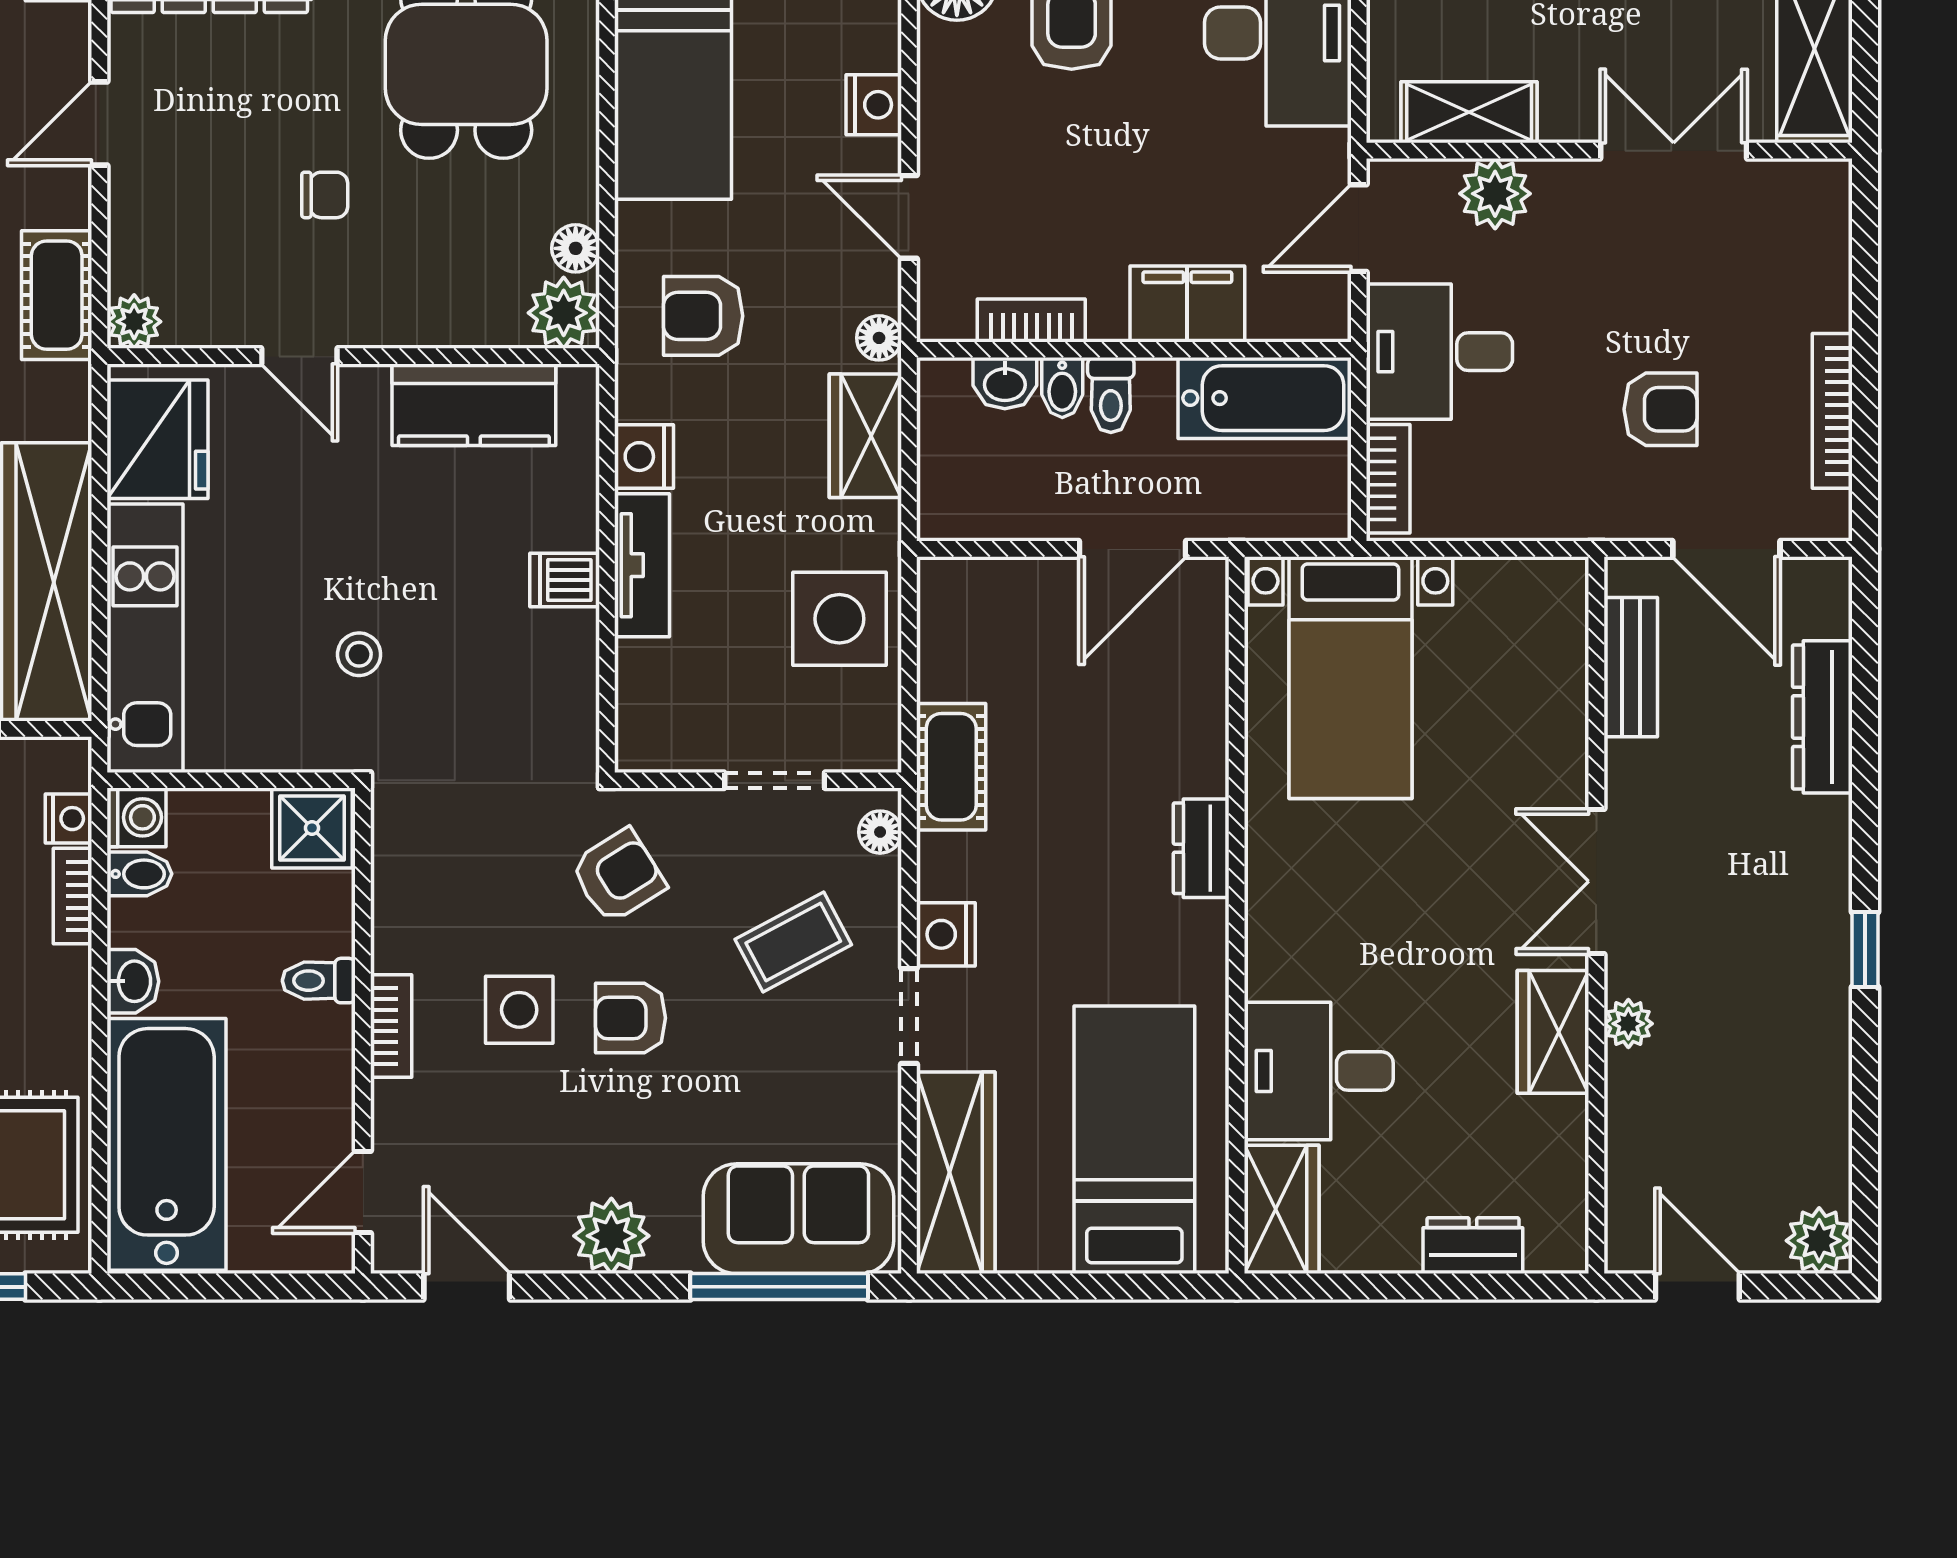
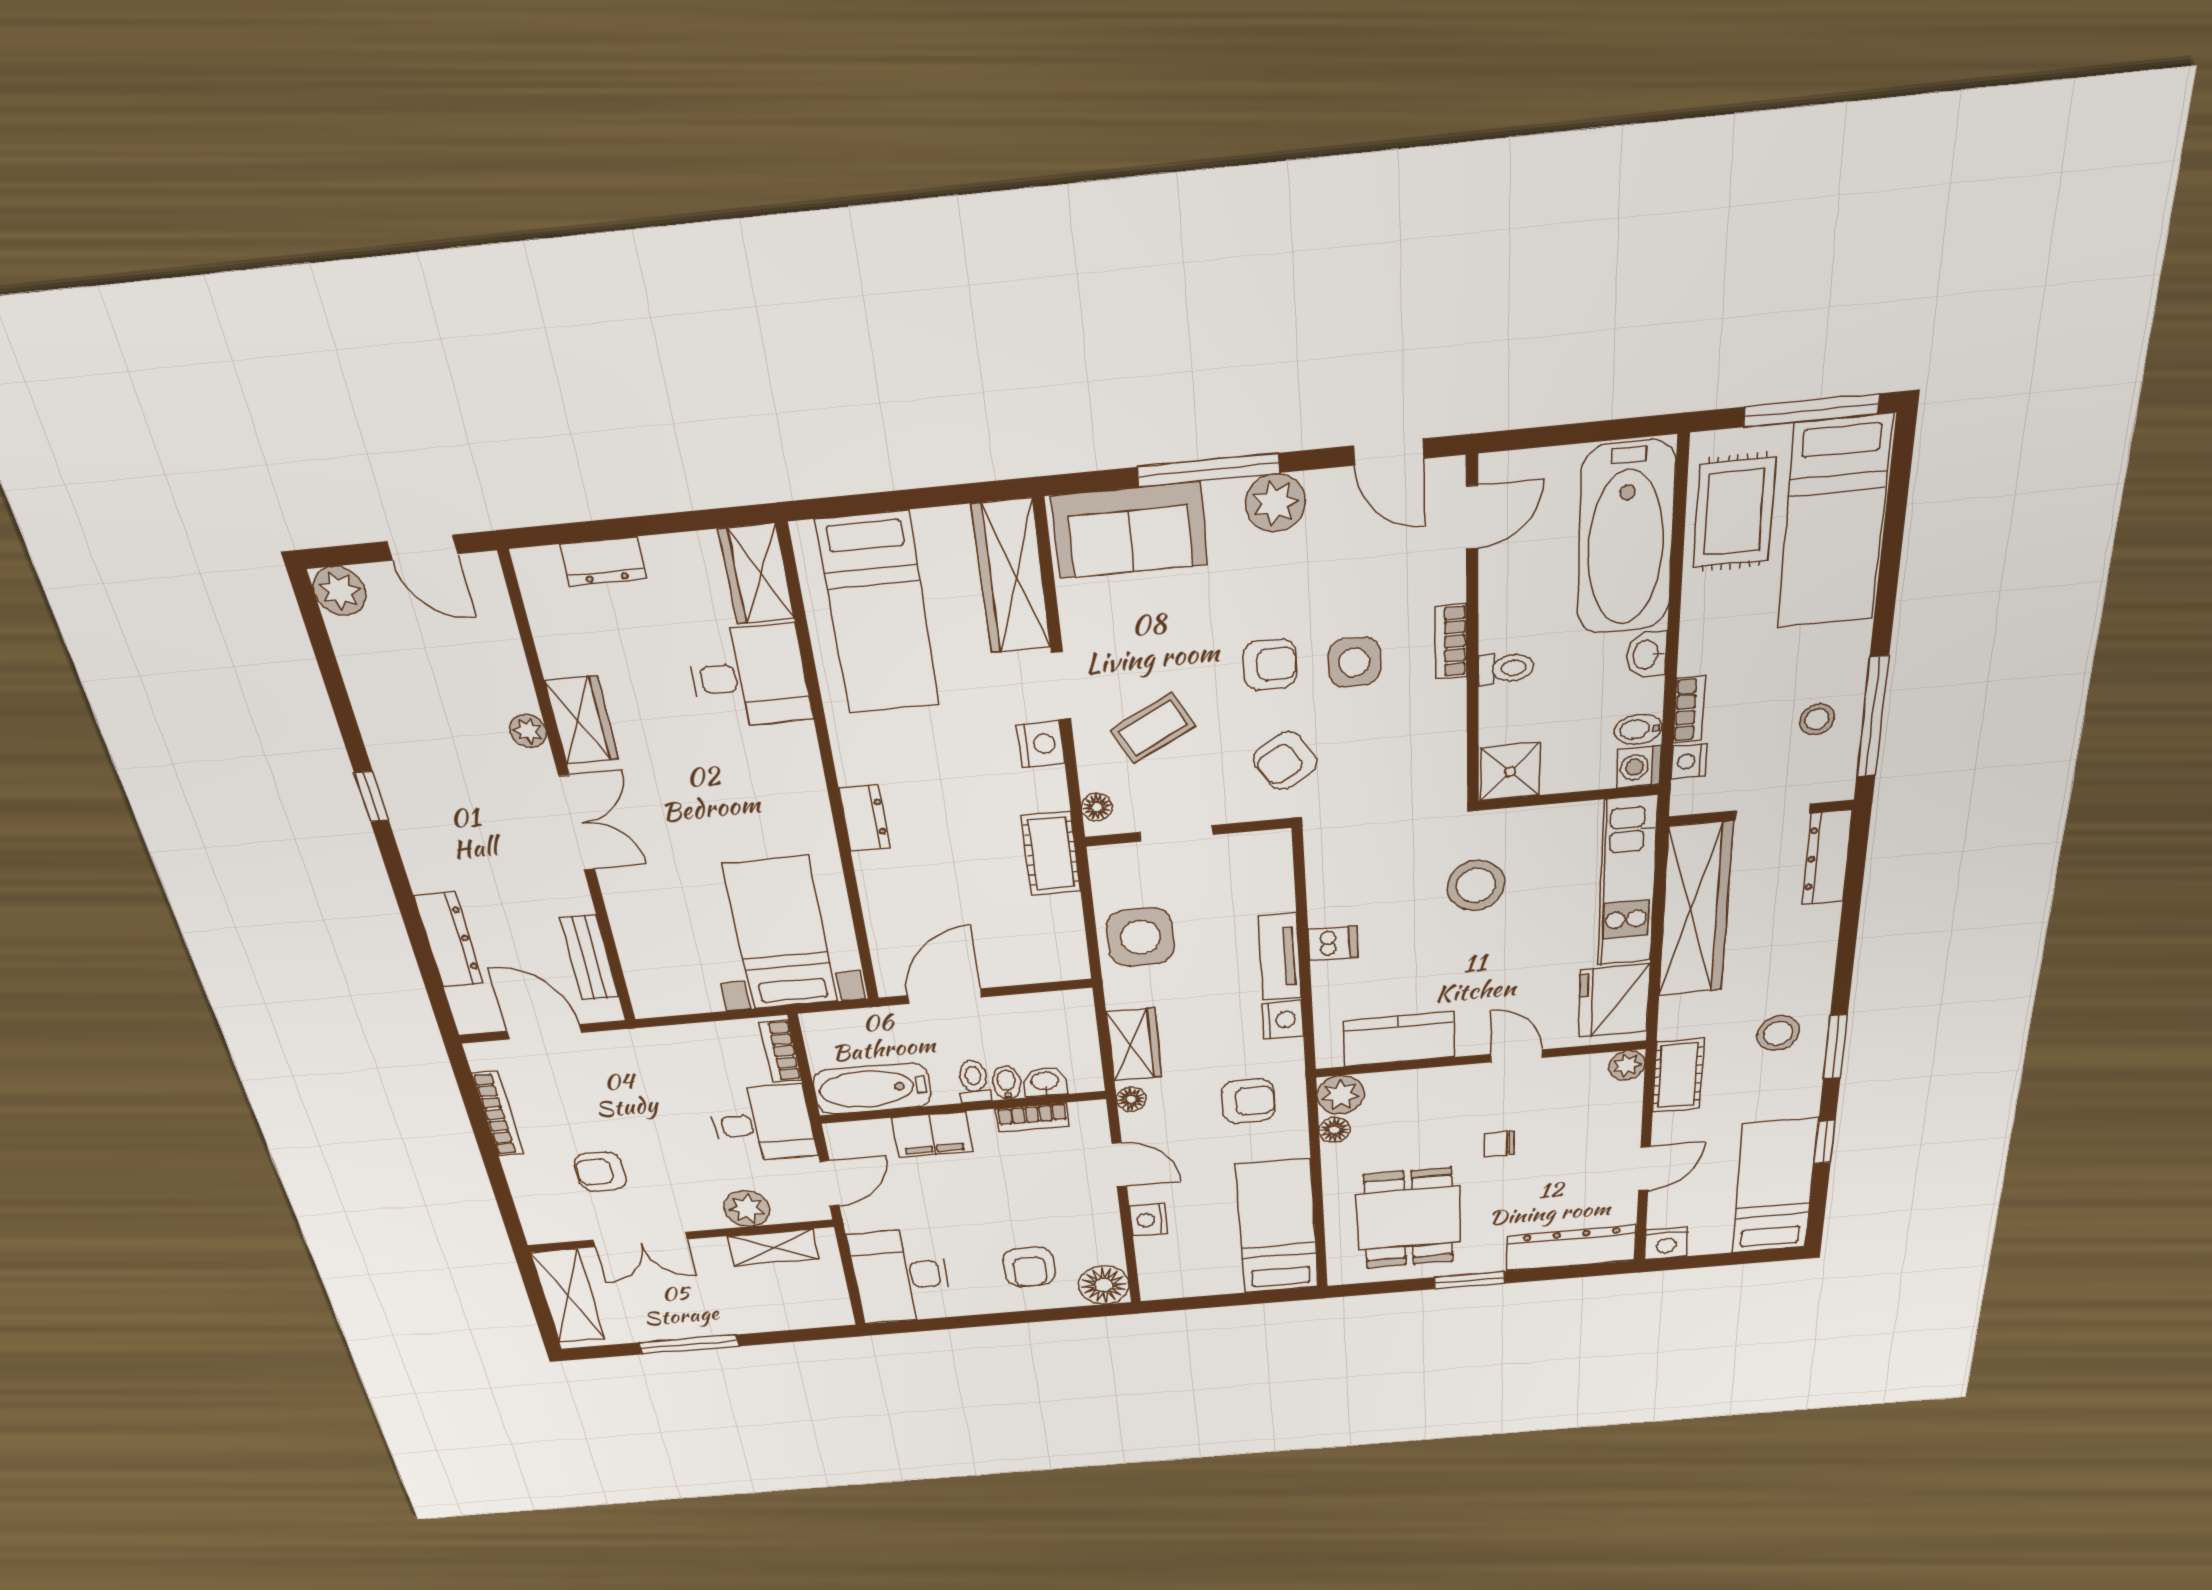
armchair: (1661, 409) -> (600, 1172), moved
stool: (359, 654) -> (1476, 885), width x1.89, depth x1.89
window: (779, 1287) -> (1209, 470), moved

